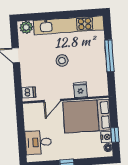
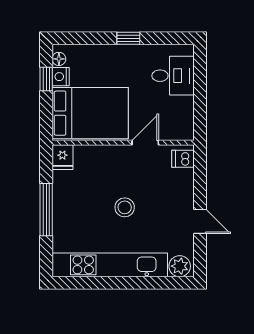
fridge: (80, 90) -> (62, 157), moved

